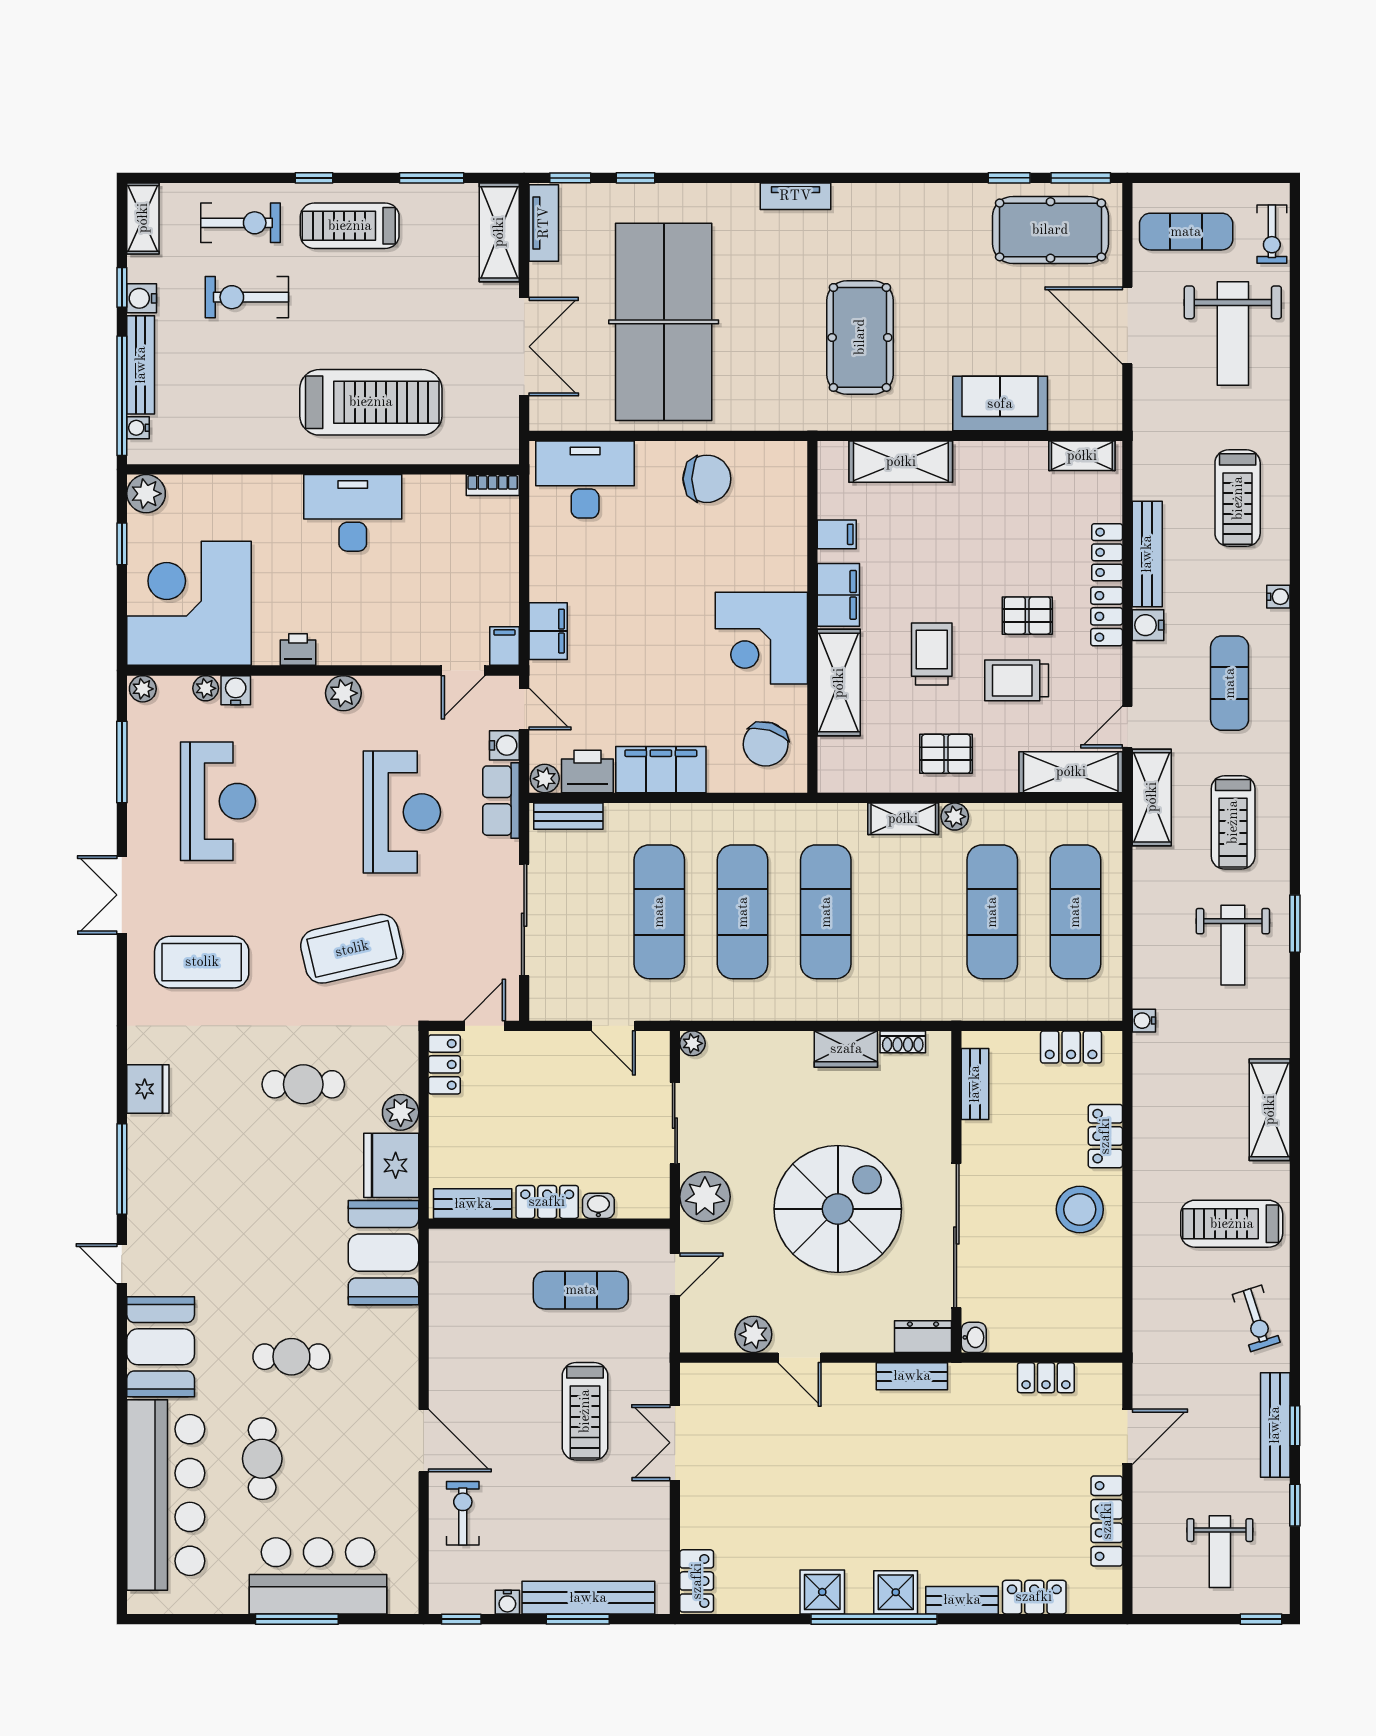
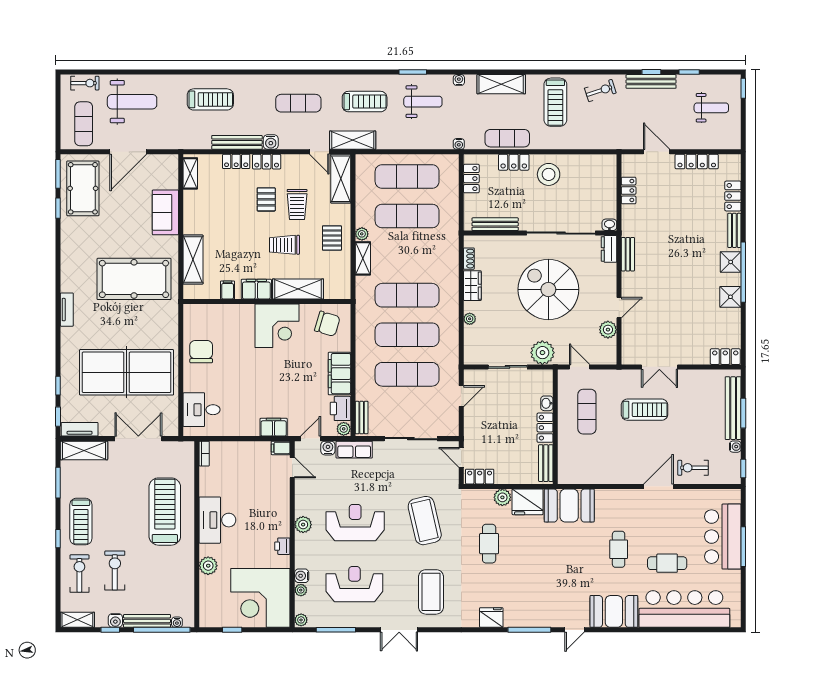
exercise bike: (247, 297) -> (115, 570), turned 180
pool table: (860, 337) -> (134, 279), width x1.36, depth x1.32
desk: (585, 480) -> (202, 410), width x0.73
plant: (146, 494) -> (208, 566), moved
water cooler: (1278, 597) -> (459, 80), moved
reception desk: (402, 812) -> (355, 523), moved
plant: (692, 1043) -> (470, 319), moved
bench: (975, 1084) -> (495, 224), width x1.36
exercise mat: (1156, 1123) -> (507, 138), added

